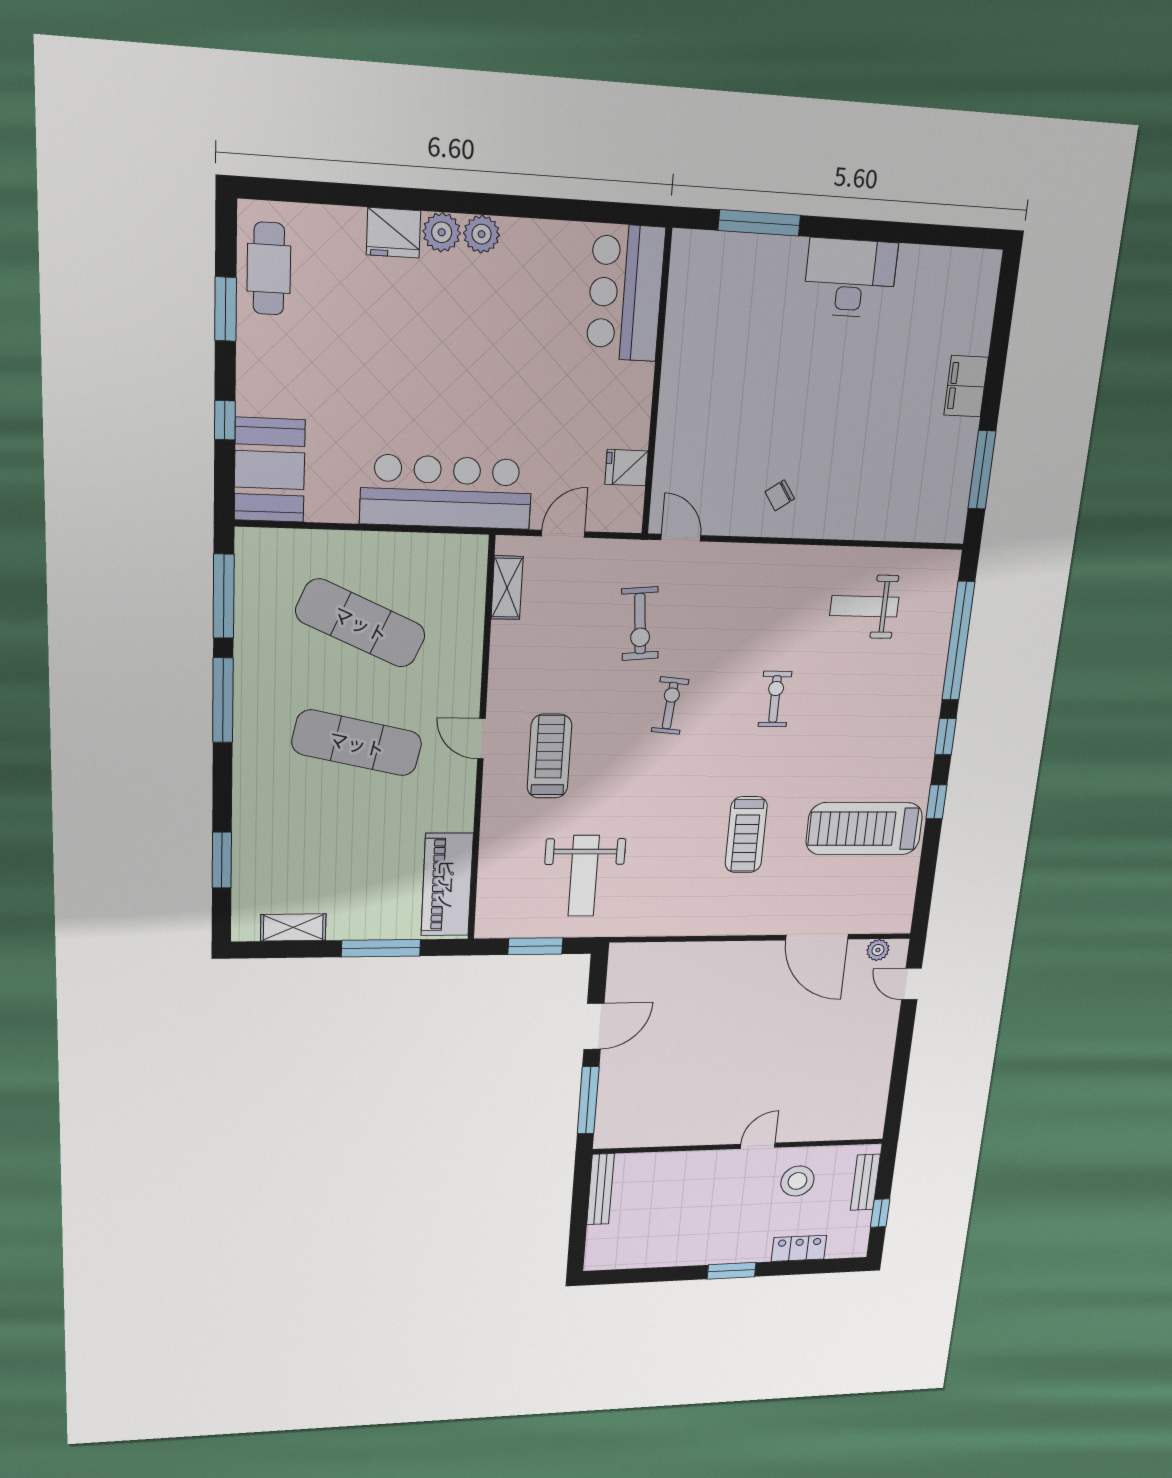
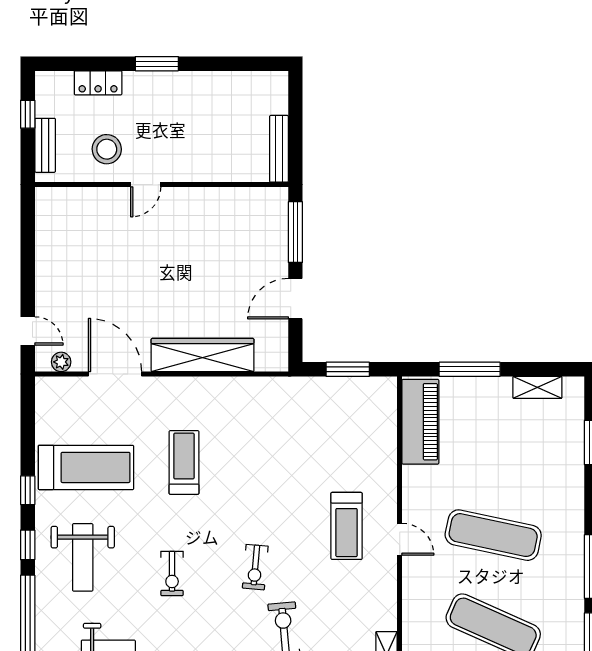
weight bench: (584, 876) -> (83, 557), moved, turned 180
wardrobe: (711, 960) -> (203, 355), added

